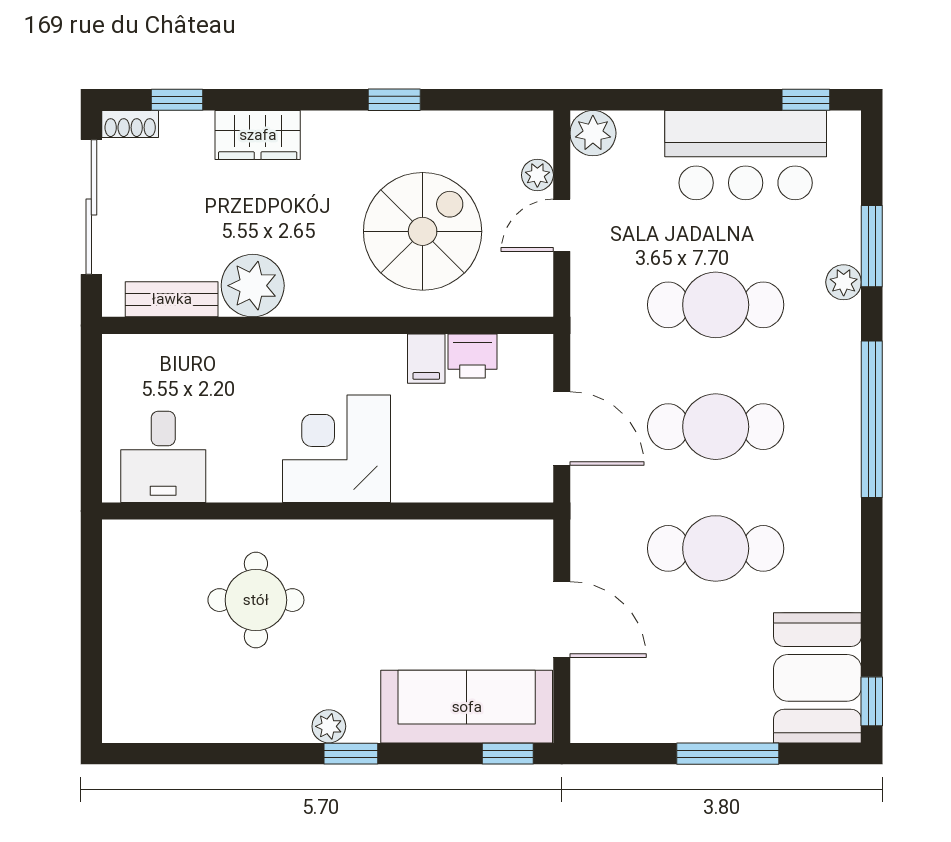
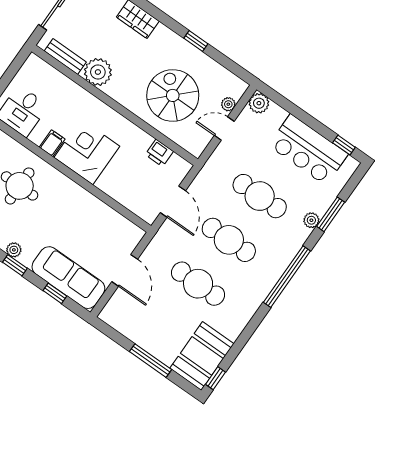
spiral stairs: (423, 231) -> (173, 95), turned -90
filing cabinet: (426, 359) -> (52, 143), moved, turned 180
window: (508, 754) -> (55, 293), moved

